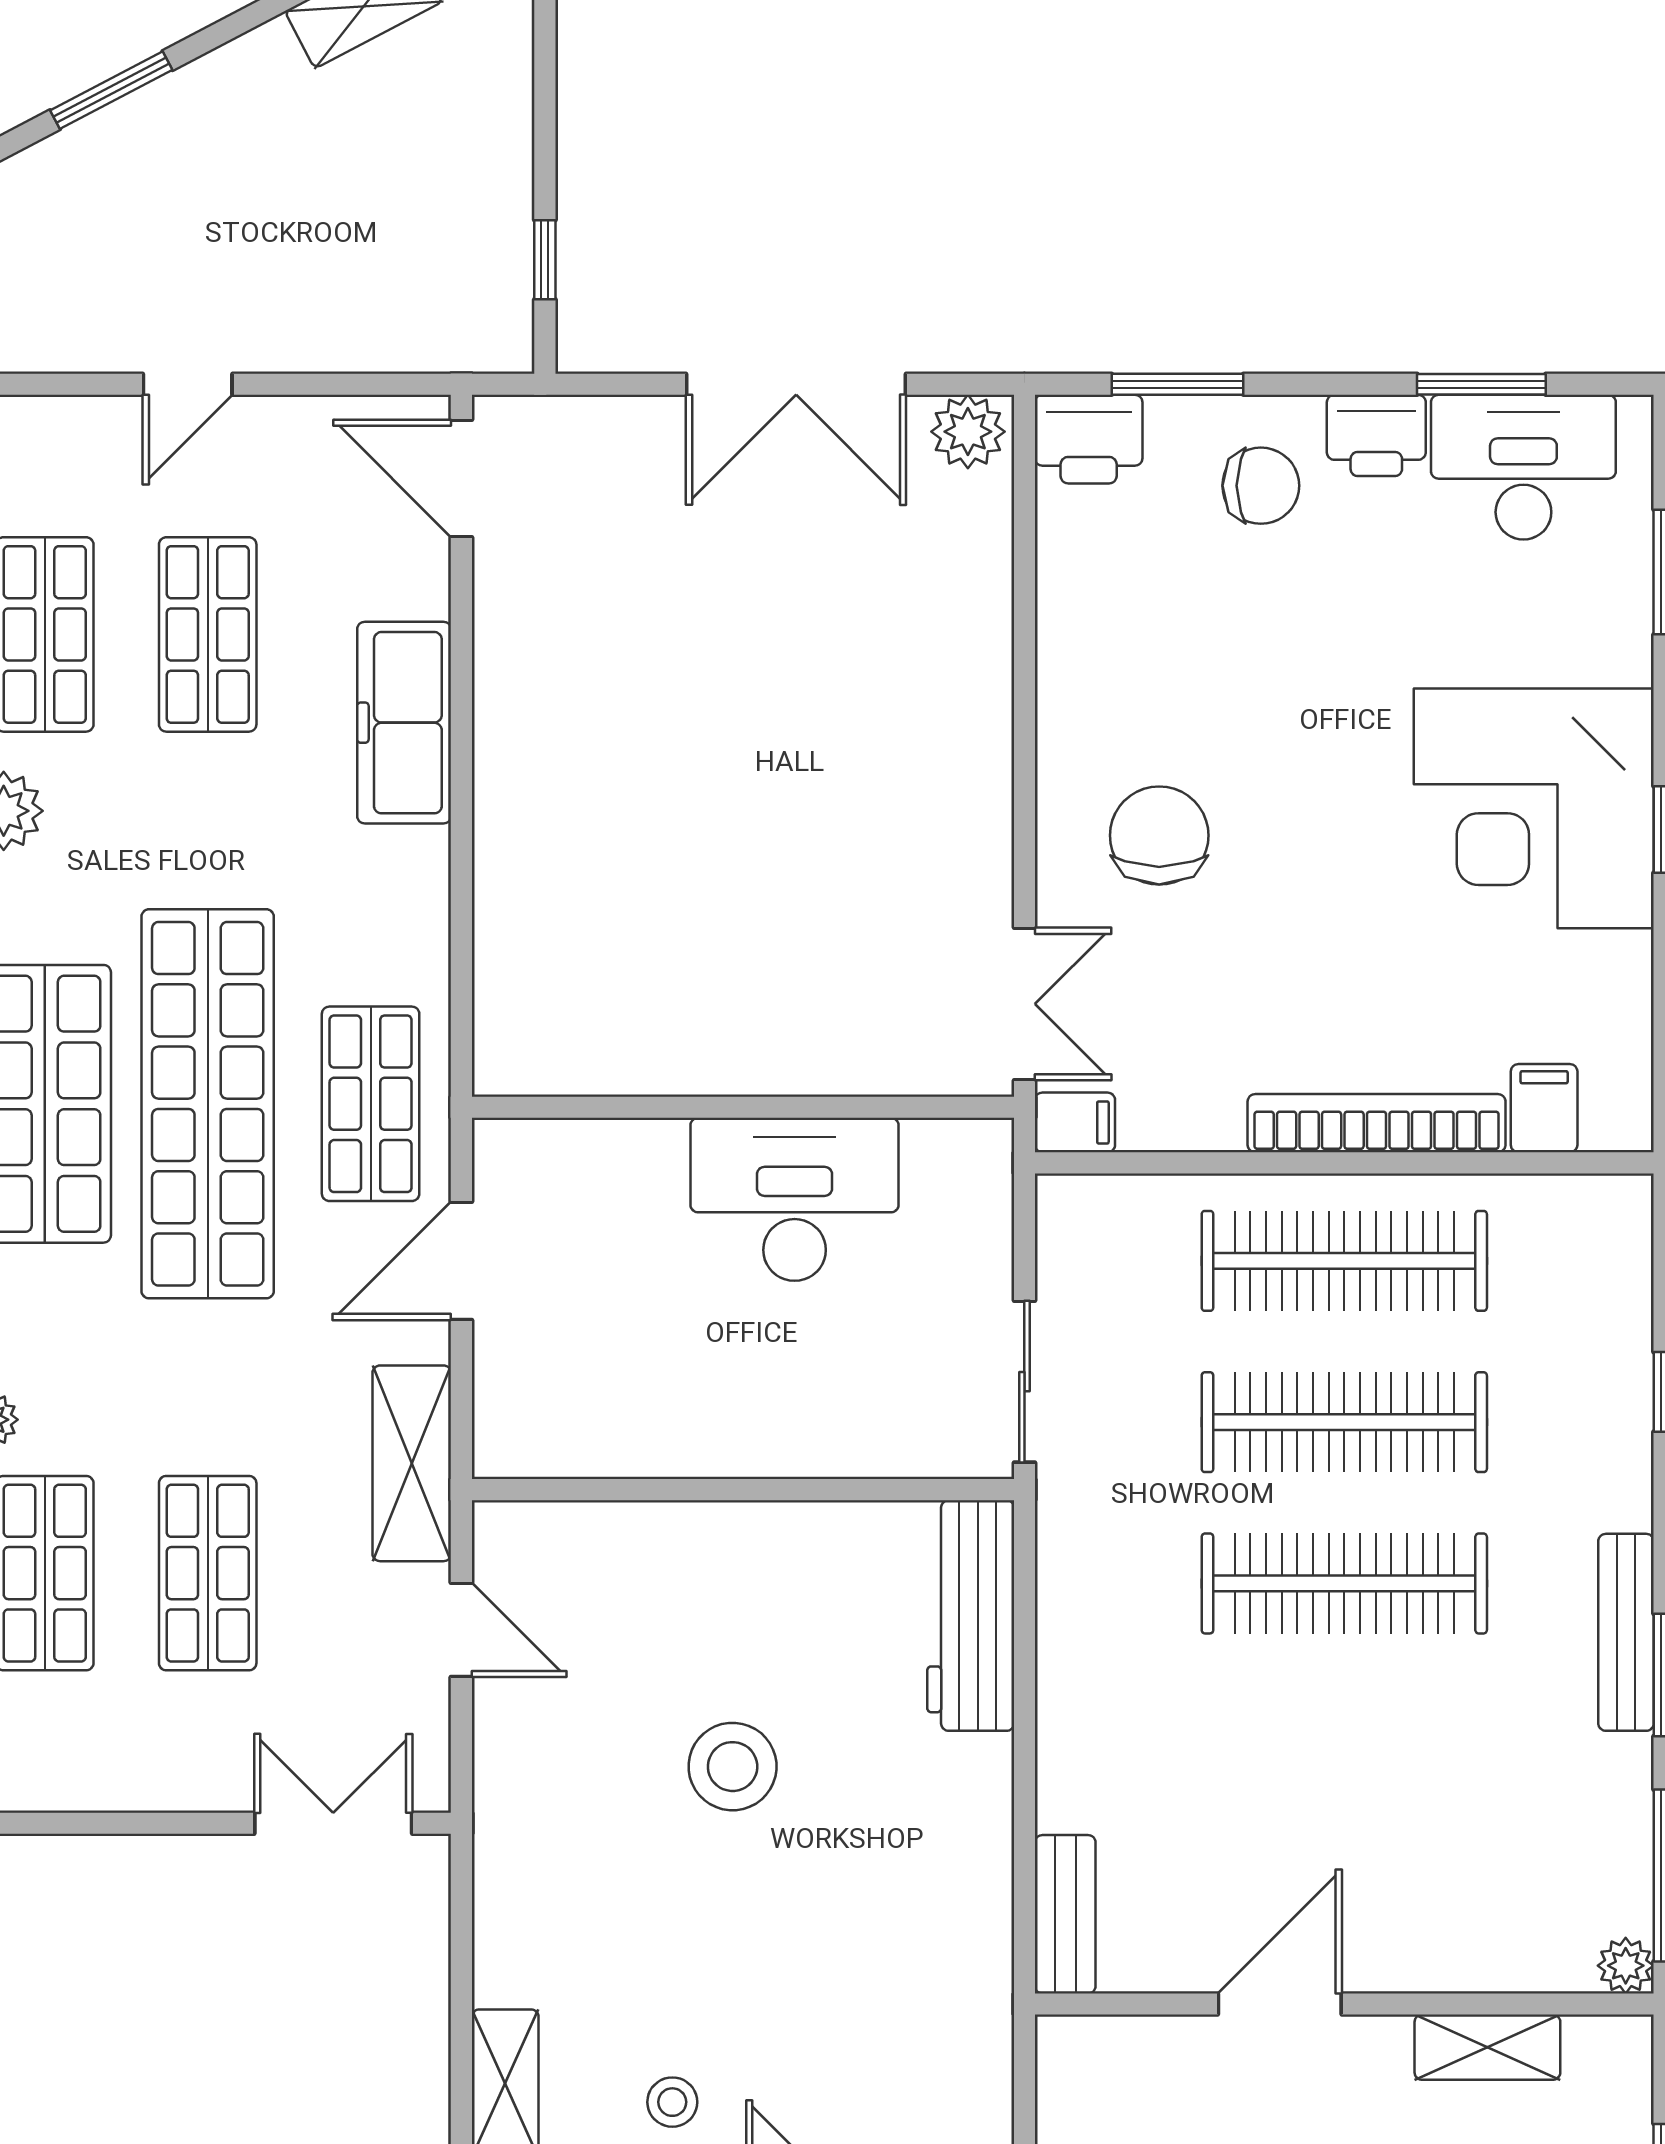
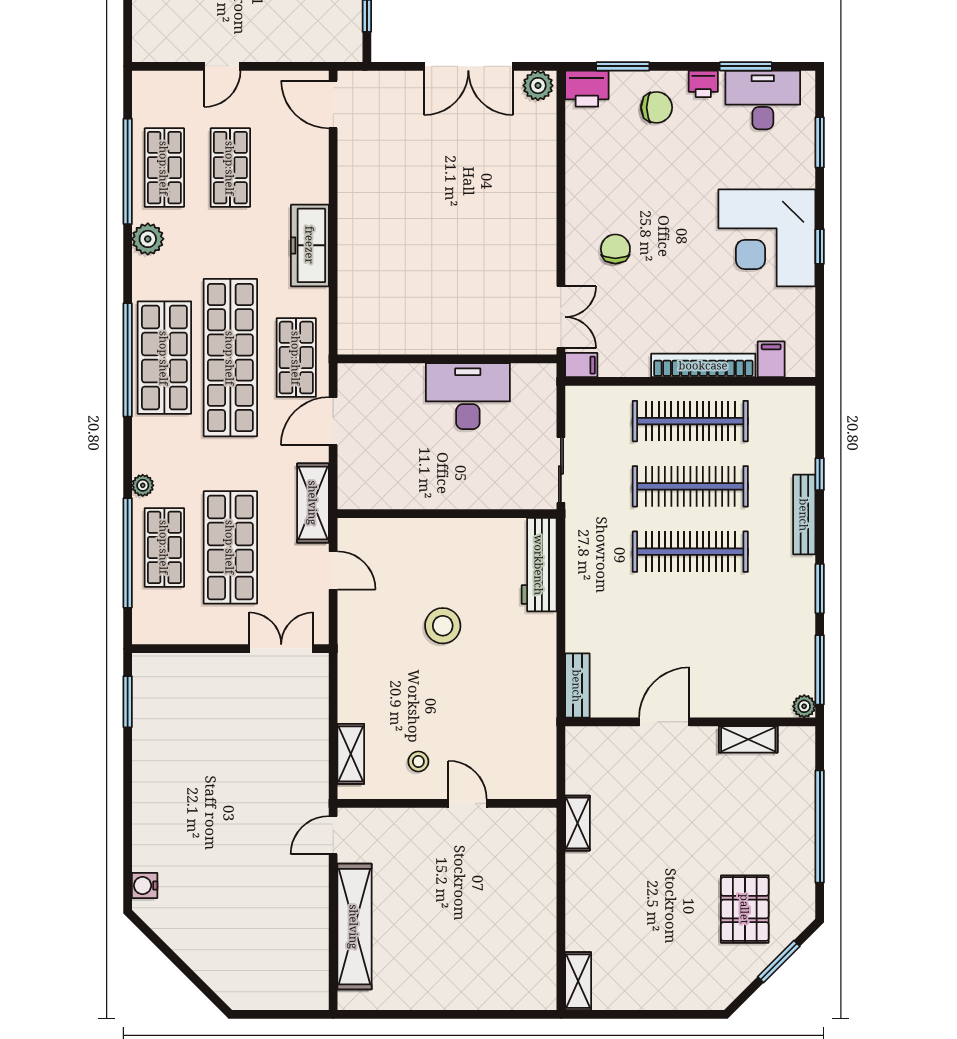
printer: (1376, 435) -> (703, 84), width x0.73, depth x0.81
freezer: (404, 723) -> (310, 245), moved
chair: (1159, 835) -> (615, 249), width x0.73, depth x0.73
shop shelf: (208, 1573) -> (230, 547), width x1.43, depth x1.36
bench: (1626, 1632) -> (804, 515), moved

